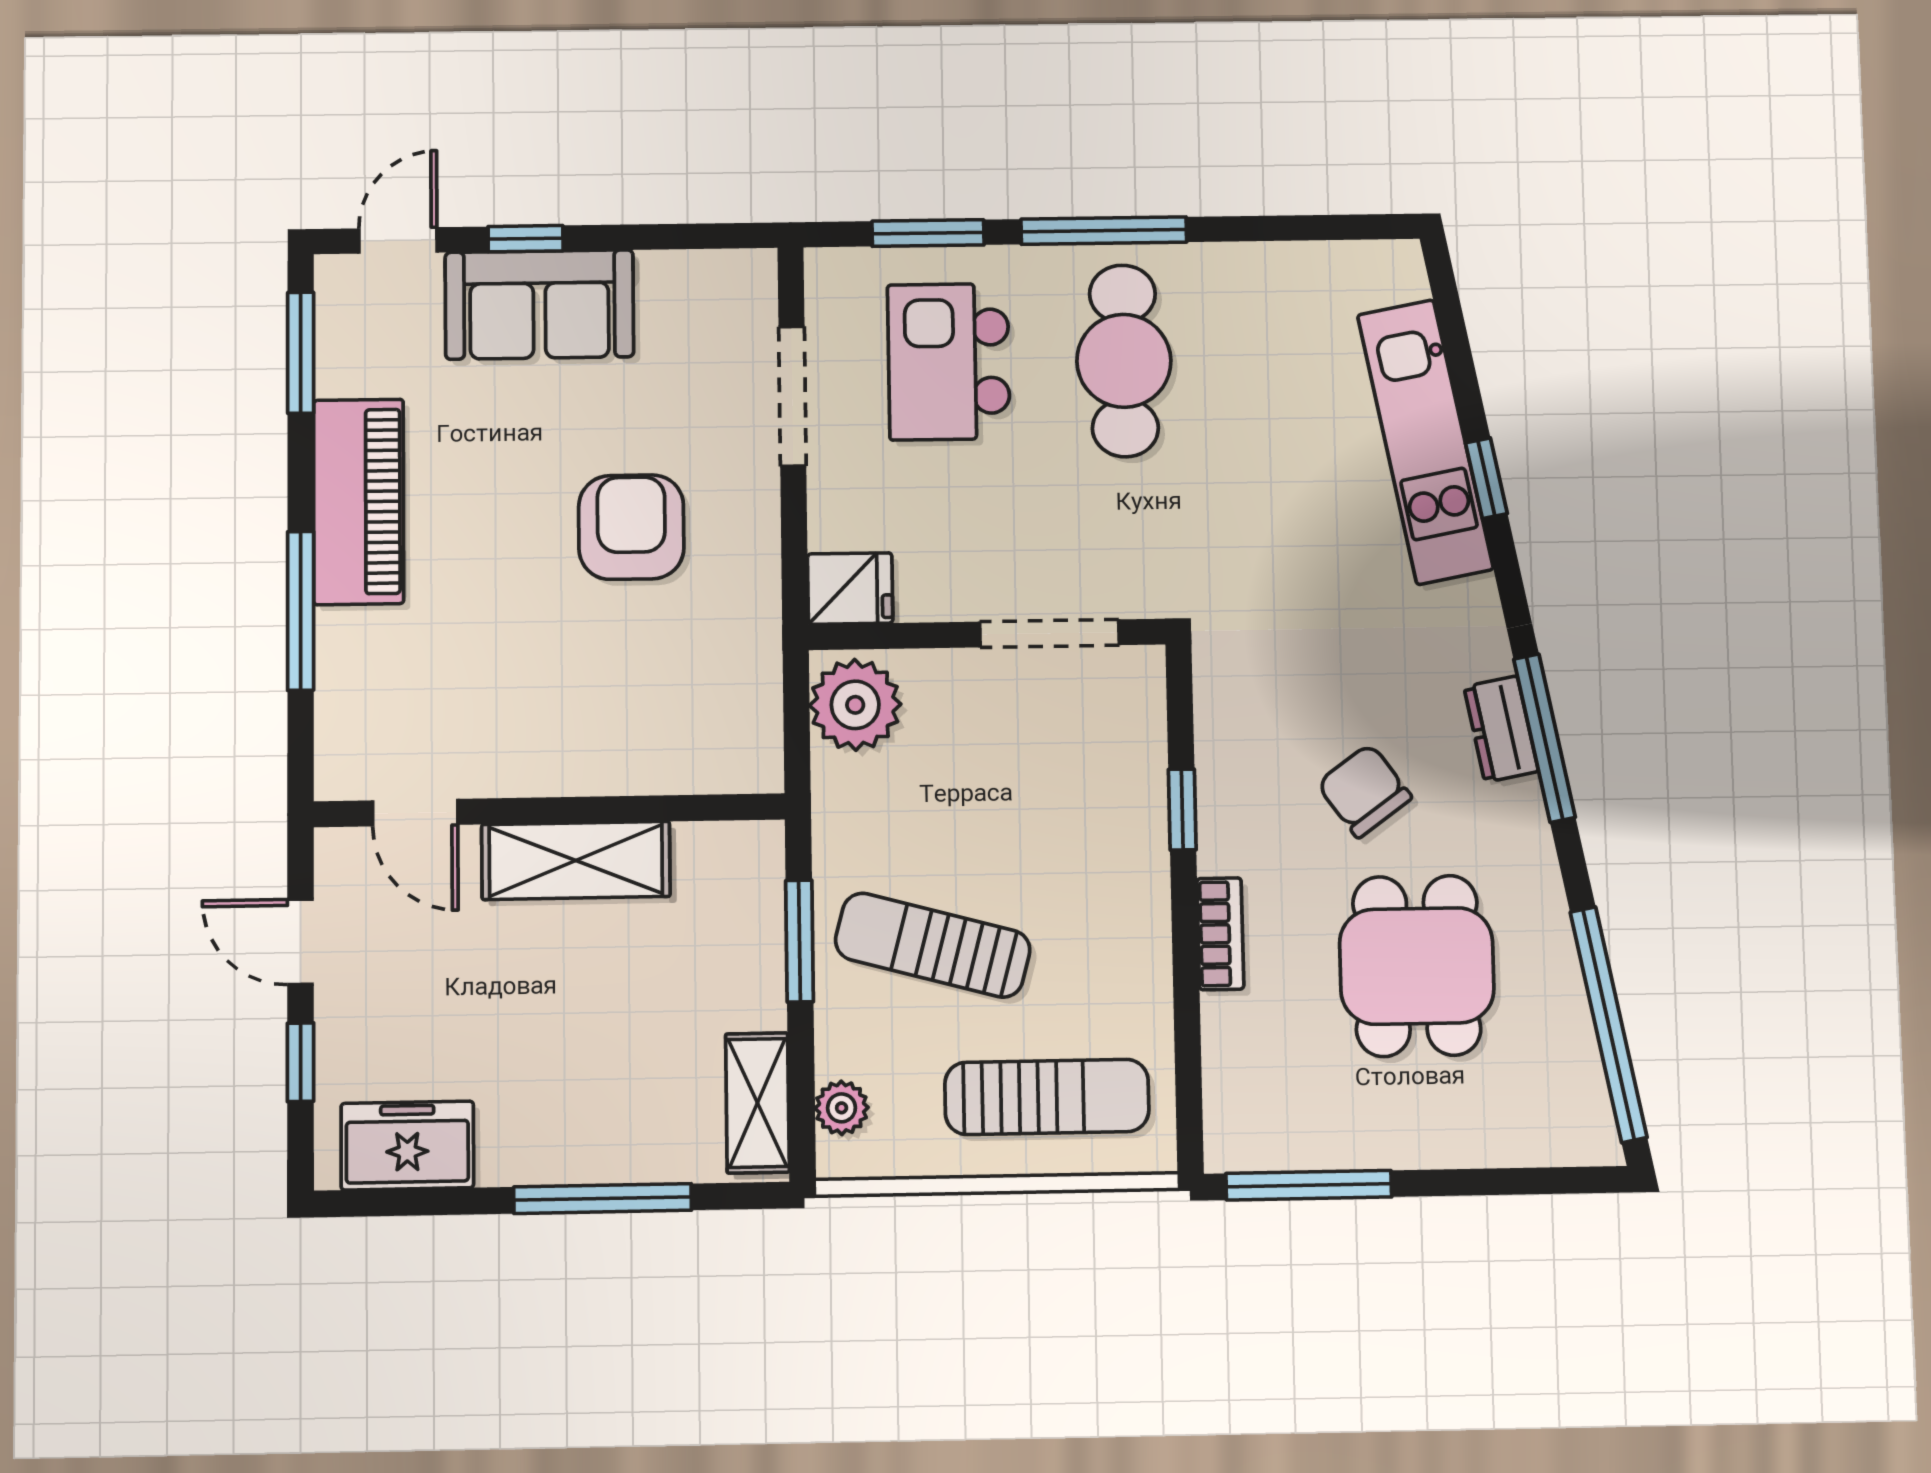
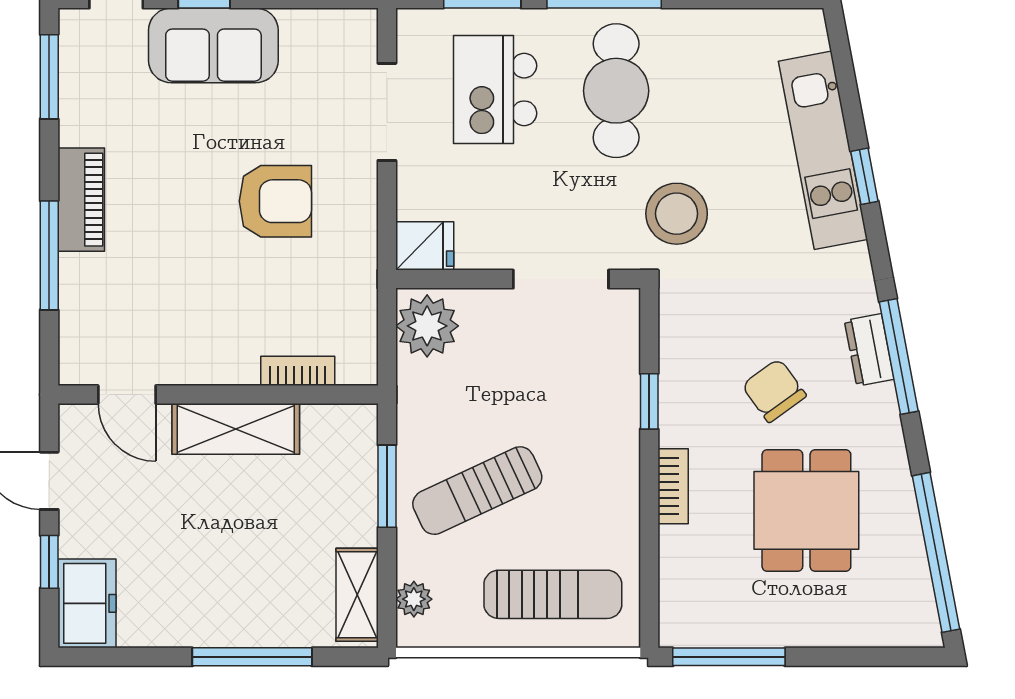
piano: (359, 502) -> (81, 200), width x0.73, depth x0.75
armchair: (631, 527) -> (275, 201), turned 90
stool: (1216, 536) -> (677, 214), added
bookcase: (666, 774) -> (298, 371), added
sun lounger: (933, 945) -> (477, 491), turned -40
freezer: (407, 1146) -> (87, 603), moved, turned 90

